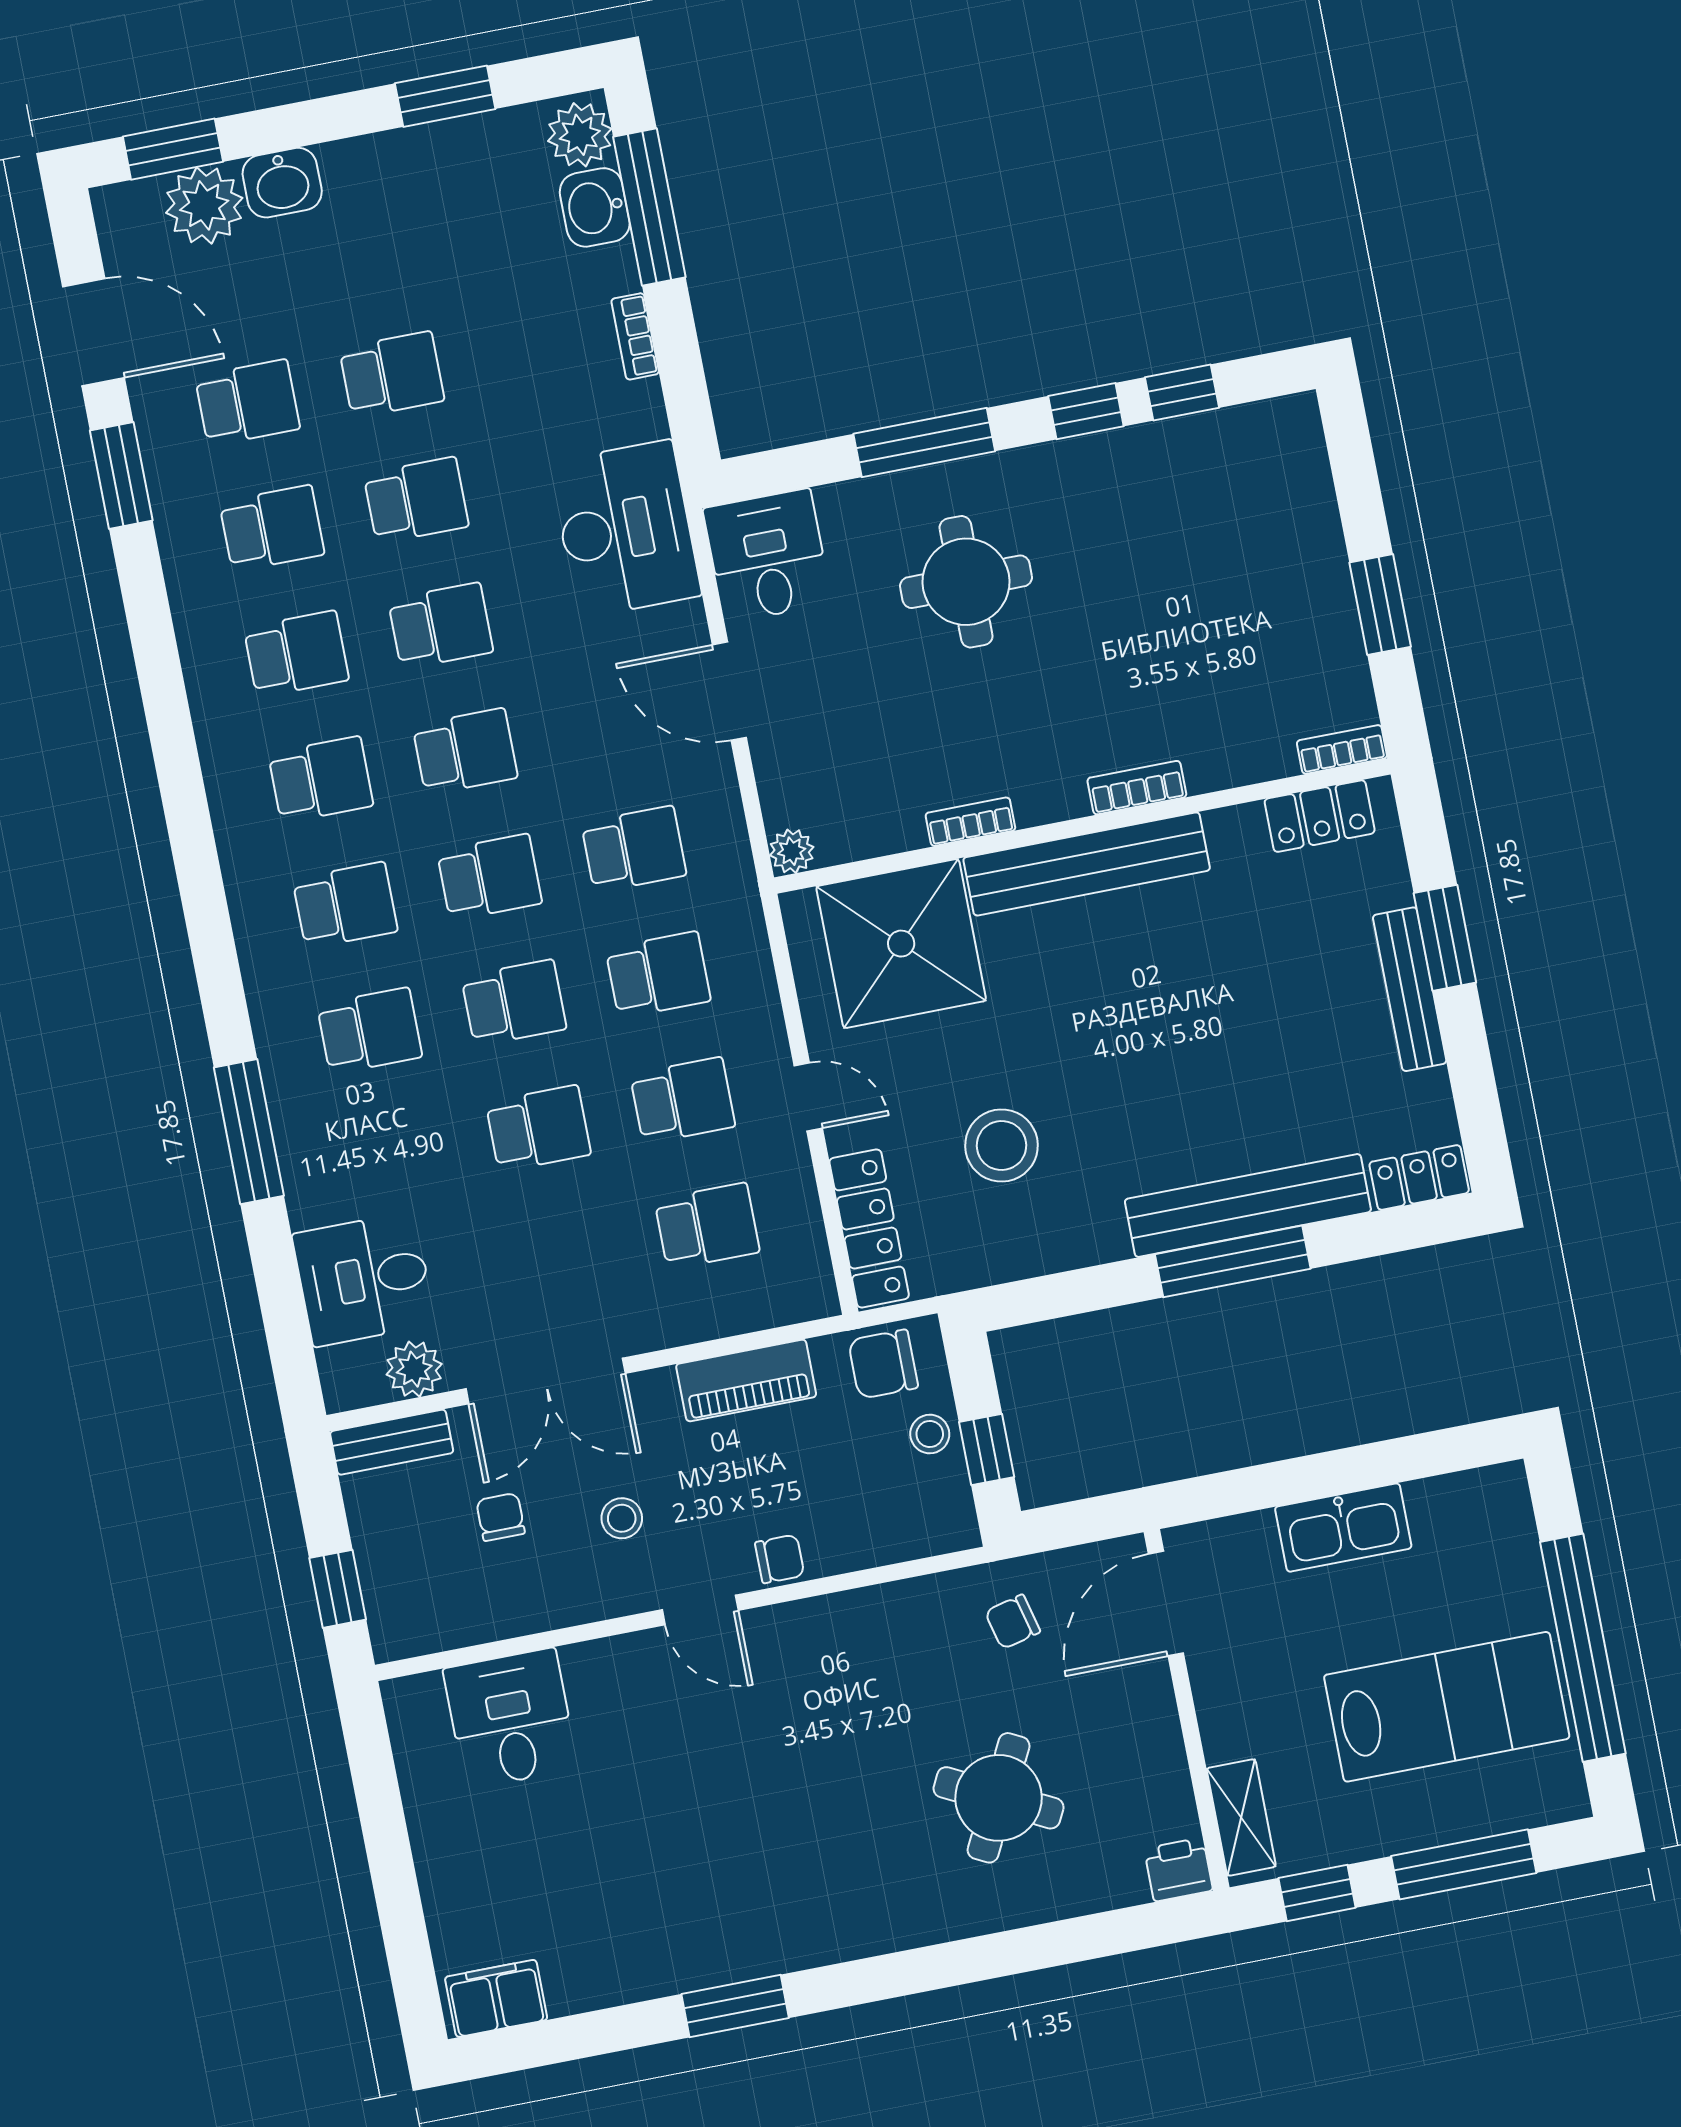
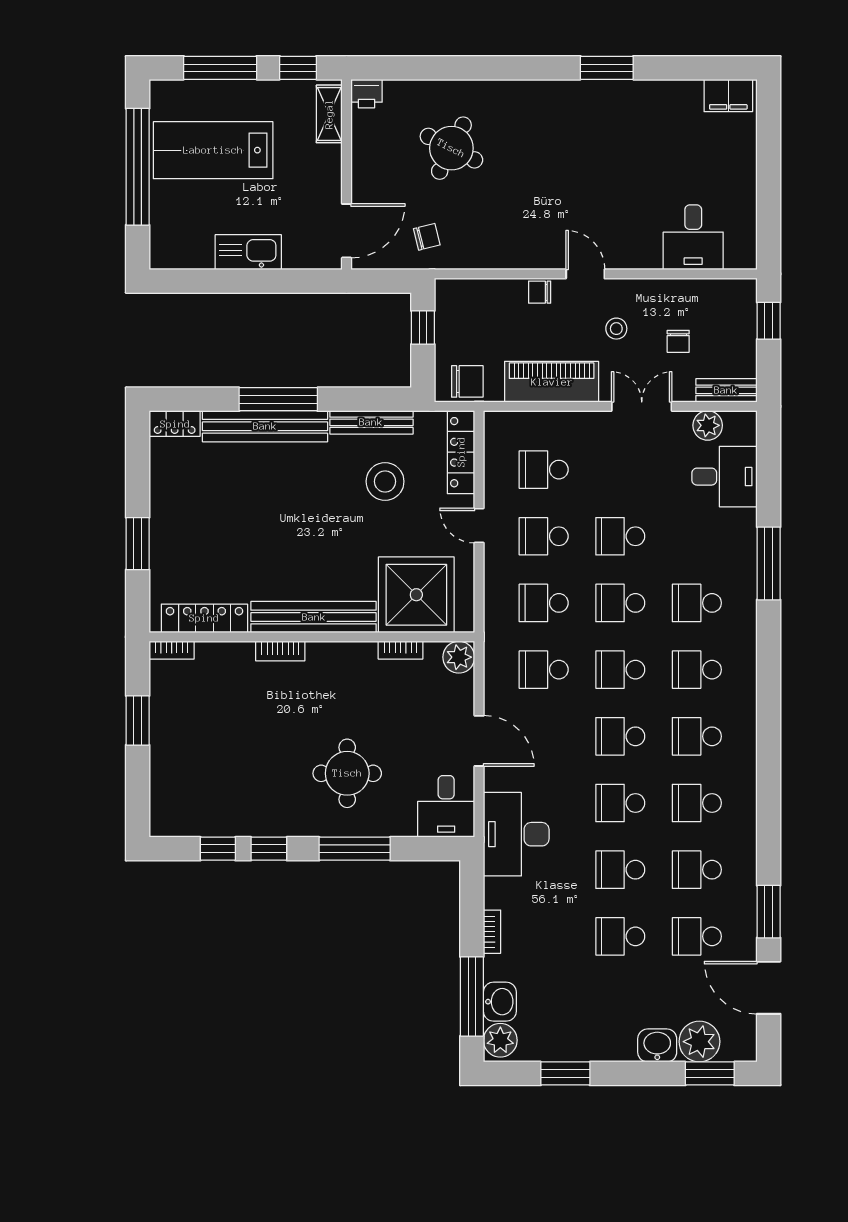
locker: (1320, 816) -> (204, 618), width x1.53
bookcase: (970, 822) -> (400, 650), moved
plant: (792, 851) -> (459, 657), width x1.38, depth x1.38
bench: (1410, 989) -> (371, 422), moved, turned 90
piano: (746, 1380) -> (552, 382), width x1.37, depth x1.33
double door: (546, 1381) -> (642, 406), width x0.73
stool: (930, 1434) -> (450, 341), removed

